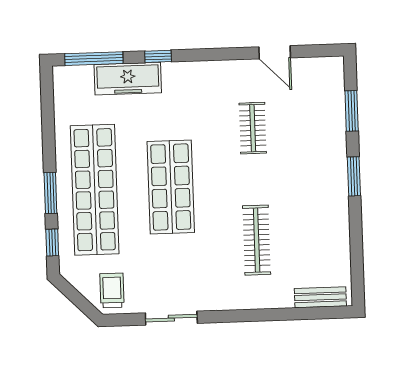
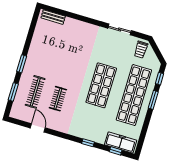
window: (94, 59) -> (116, 151), width x0.46
freezer: (128, 79) -> (121, 142), moved
clothes rail: (257, 240) -> (35, 92), moved

